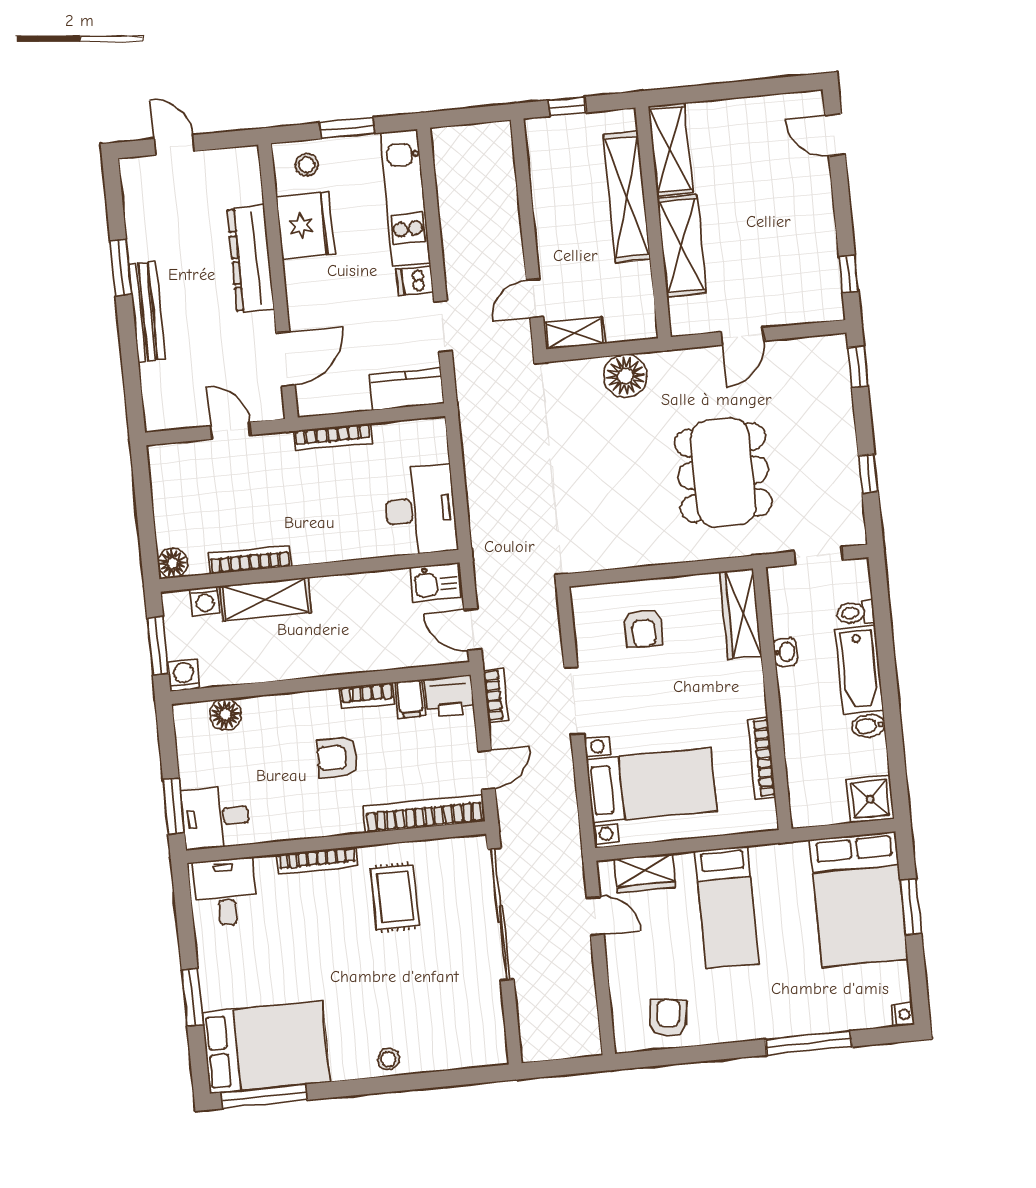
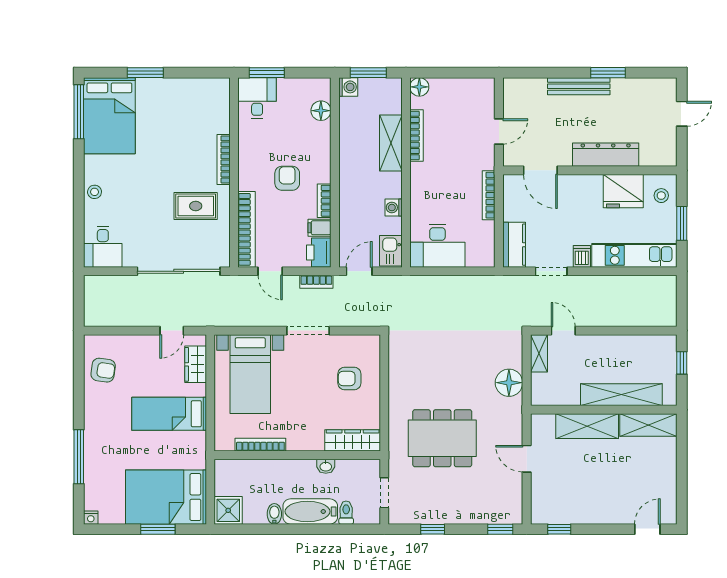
washing machine: (205, 601) -> (394, 208), moved
desk: (226, 892) -> (103, 247), moved, turned 90

